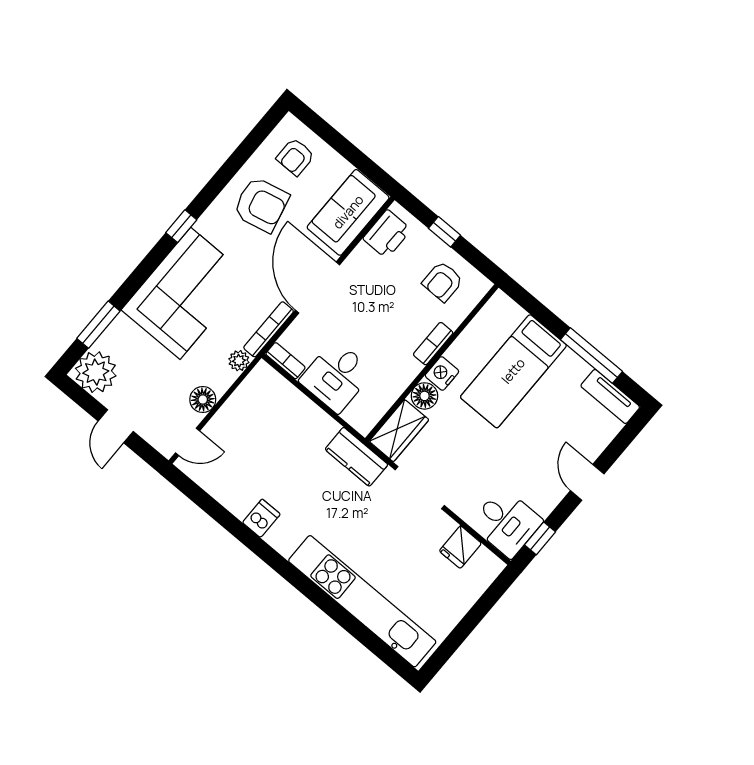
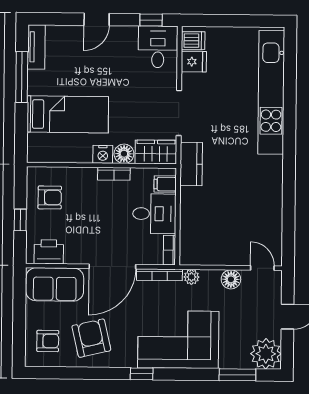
bookcase: (433, 344) -> (114, 174), moved
filing cabinet: (358, 413) -> (165, 184), added
dishwasher: (261, 518) -> (193, 41), moved, turned 180

